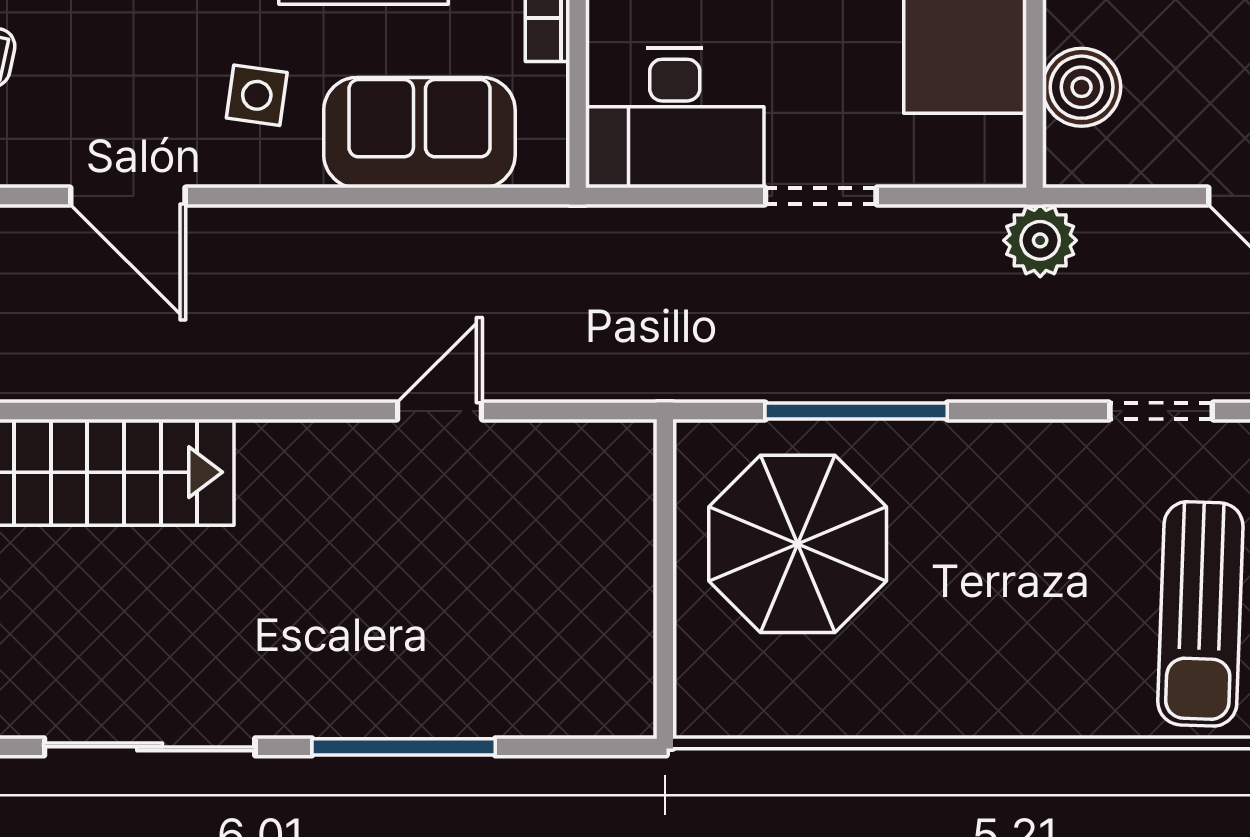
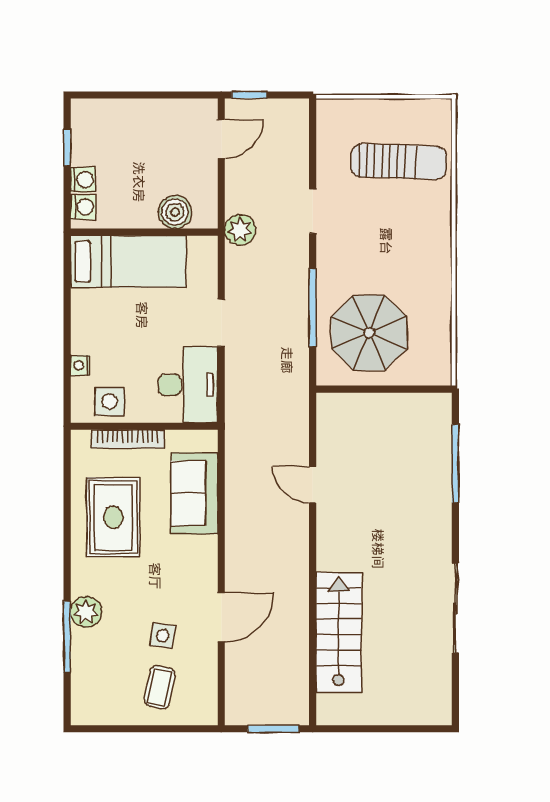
side table: (257, 95) -> (163, 636), moved
doorway: (1161, 411) -> (313, 211), moved
window: (404, 747) -> (455, 463), moved

